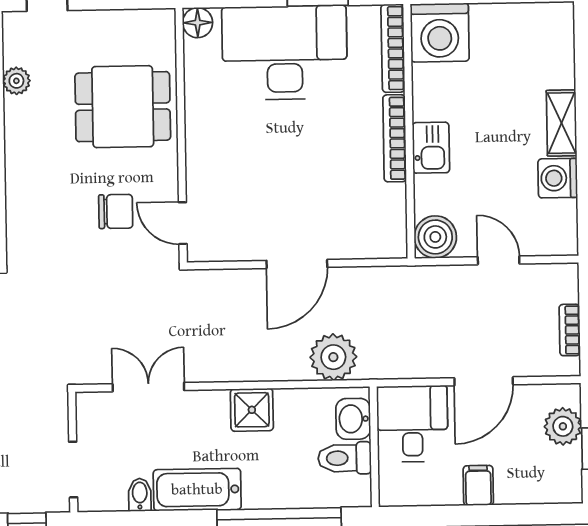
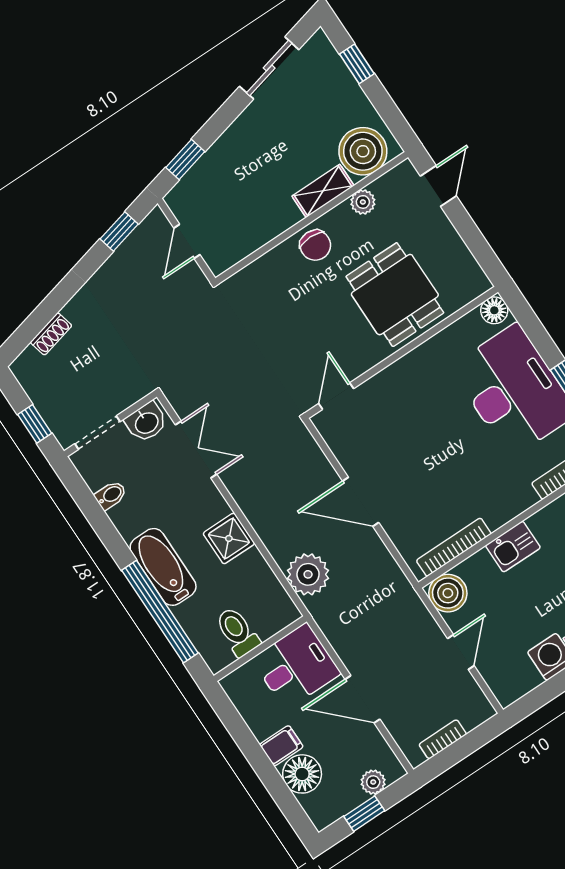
bookcase: (395, 138) -> (454, 547), moved
chair: (116, 211) -> (315, 245), moved
washbasin: (353, 419) -> (146, 422), moved, turned 180
plant: (563, 426) -> (373, 782), width x0.73, depth x0.73
floor lamp: (517, 483) -> (302, 774), added
bathtub: (197, 490) -> (163, 567), moved

